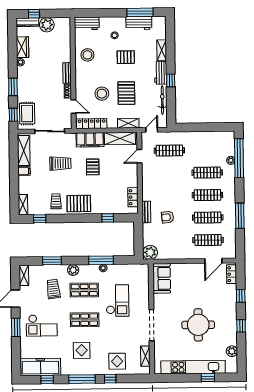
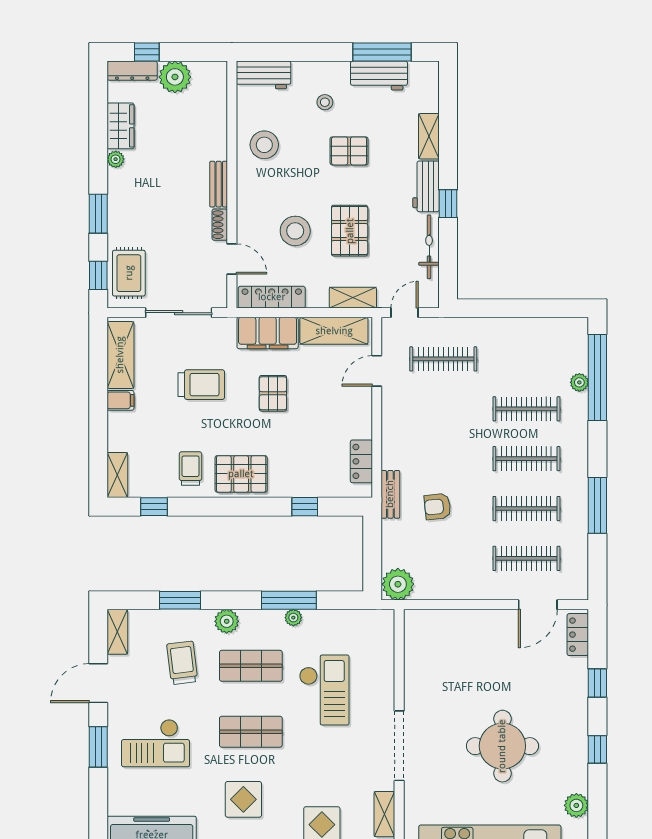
sofa: (162, 278) -> (423, 642), removed

